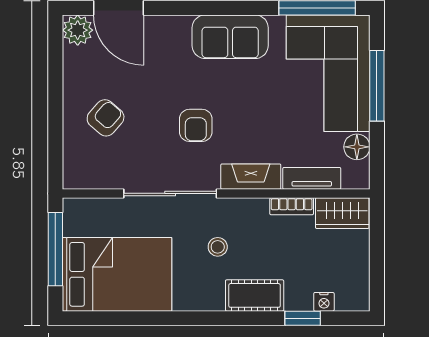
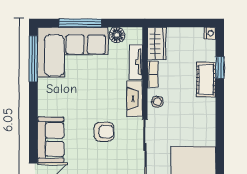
sofa: (230, 37) -> (51, 140), moved
stool: (218, 247) -> (157, 102), moved
cot: (255, 295) -> (206, 80), moved
nightstand: (324, 302) -> (210, 33), moved

